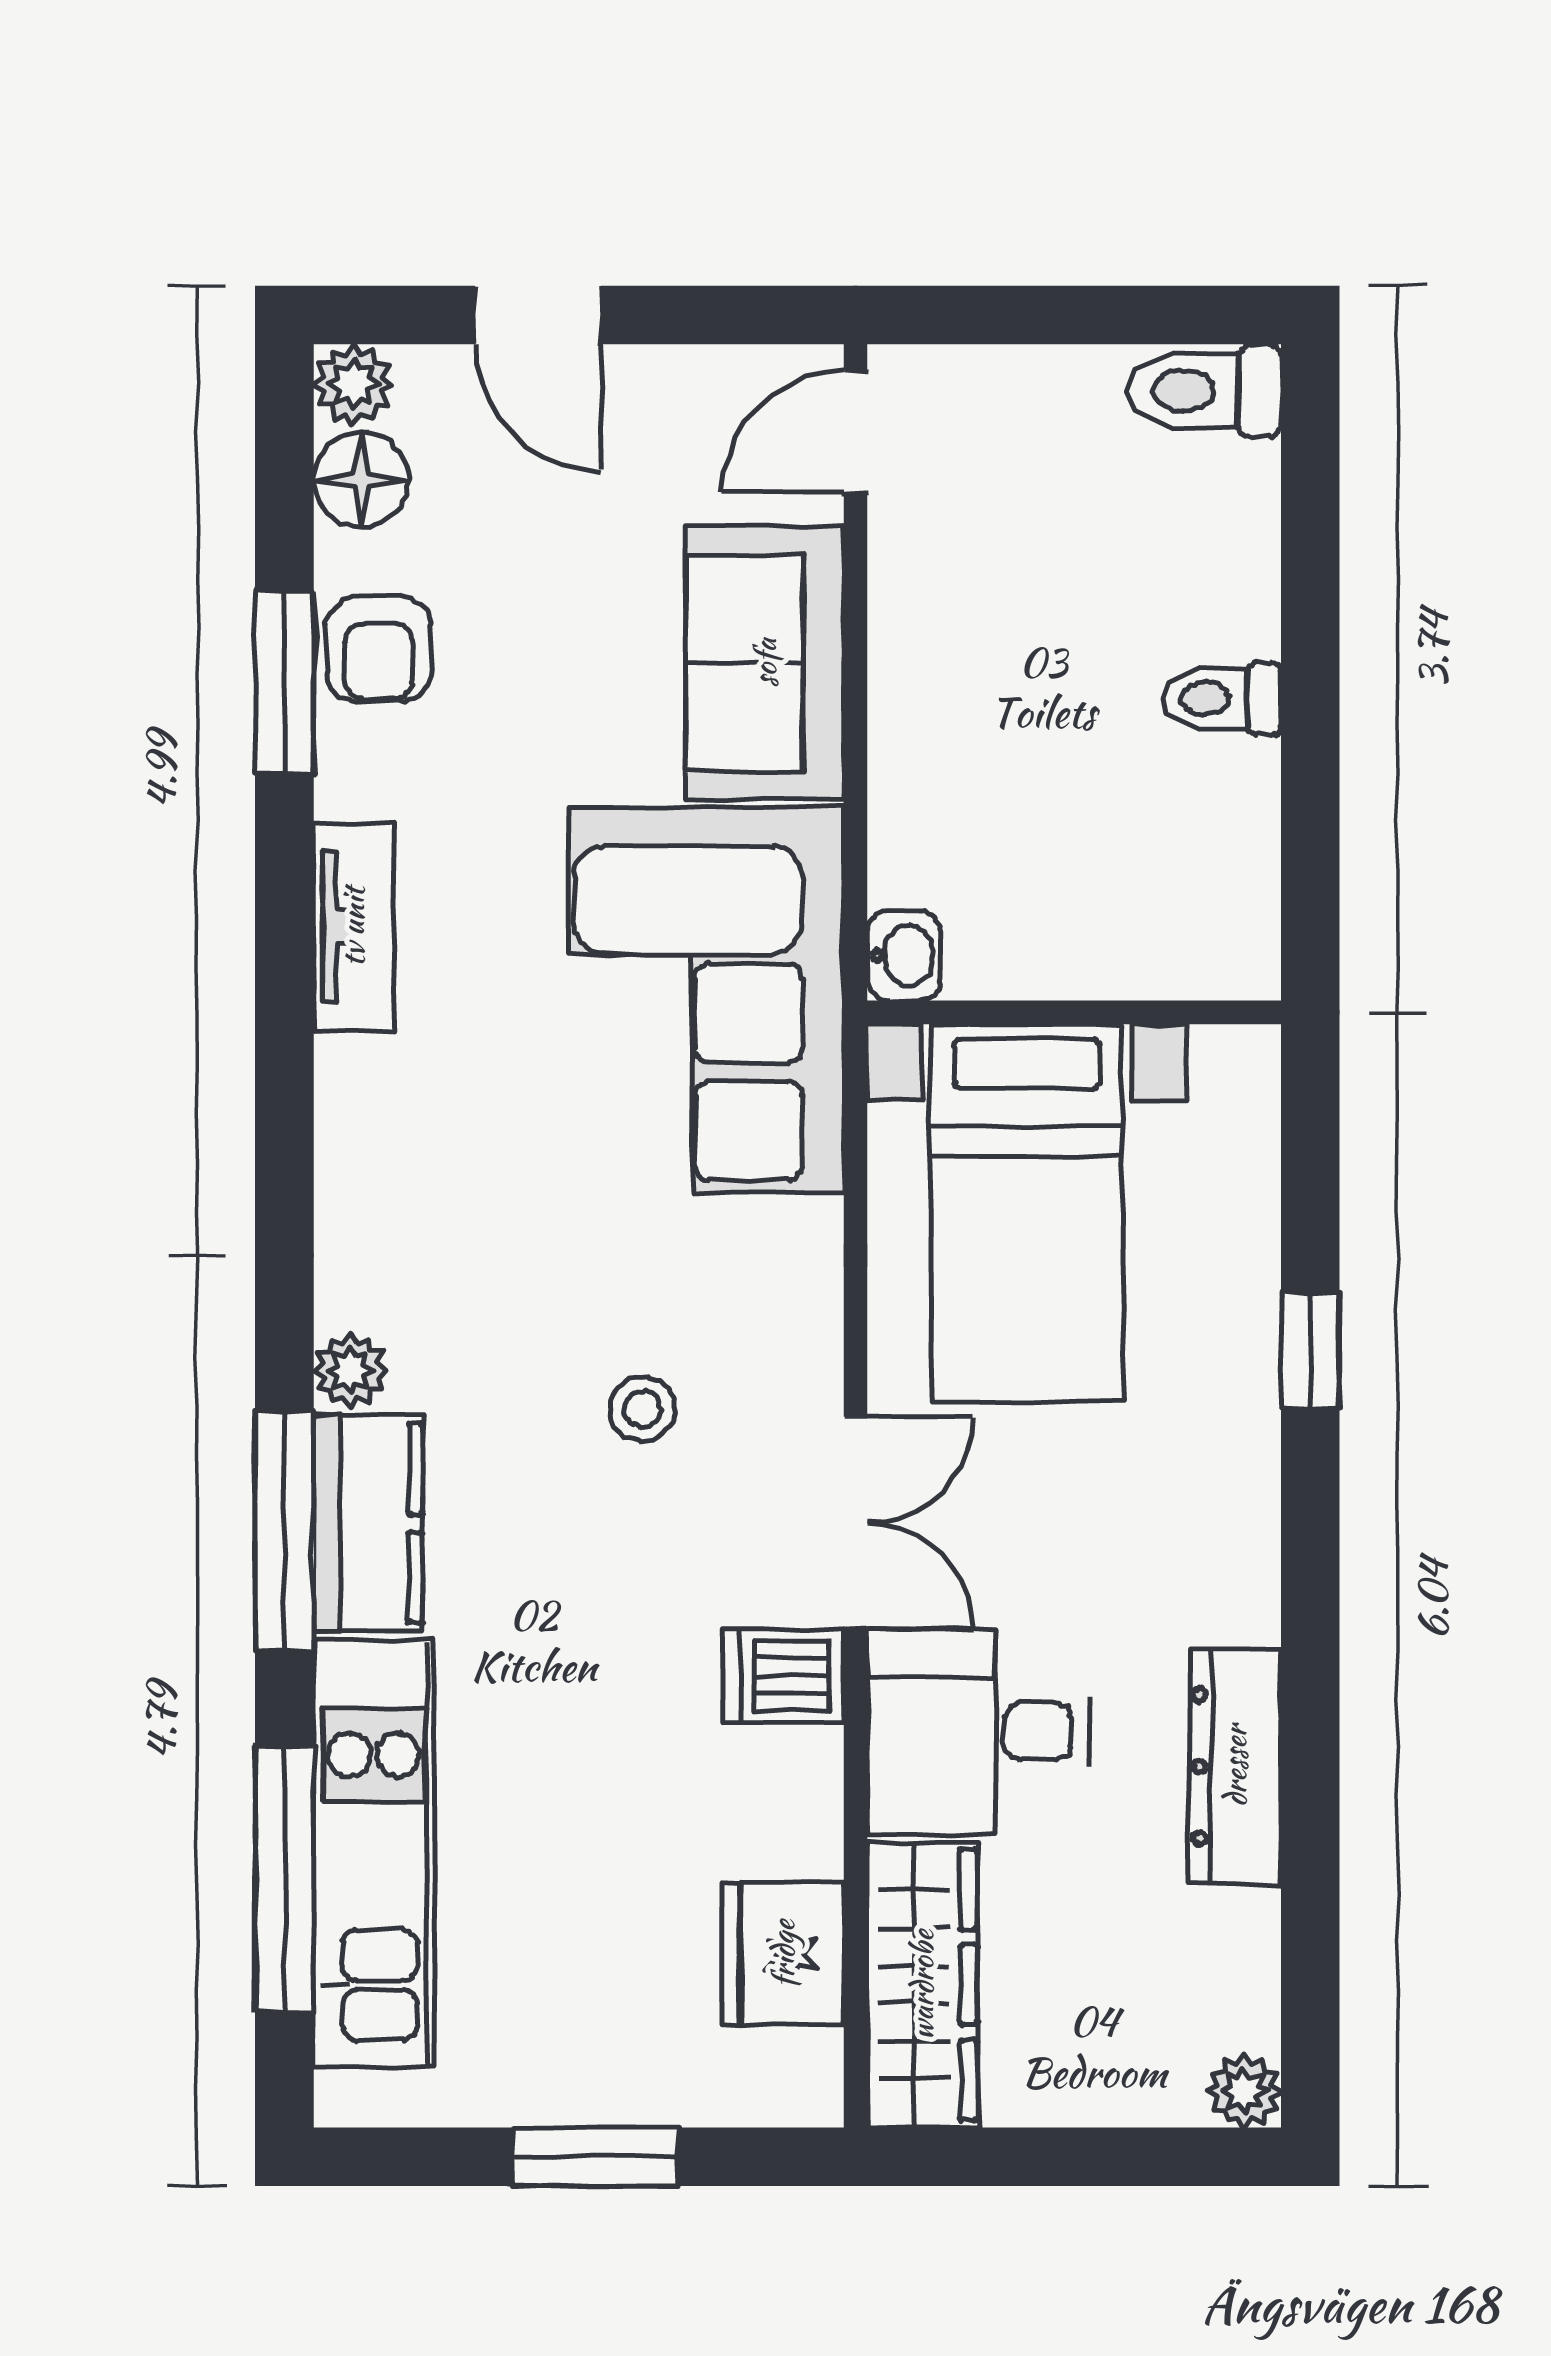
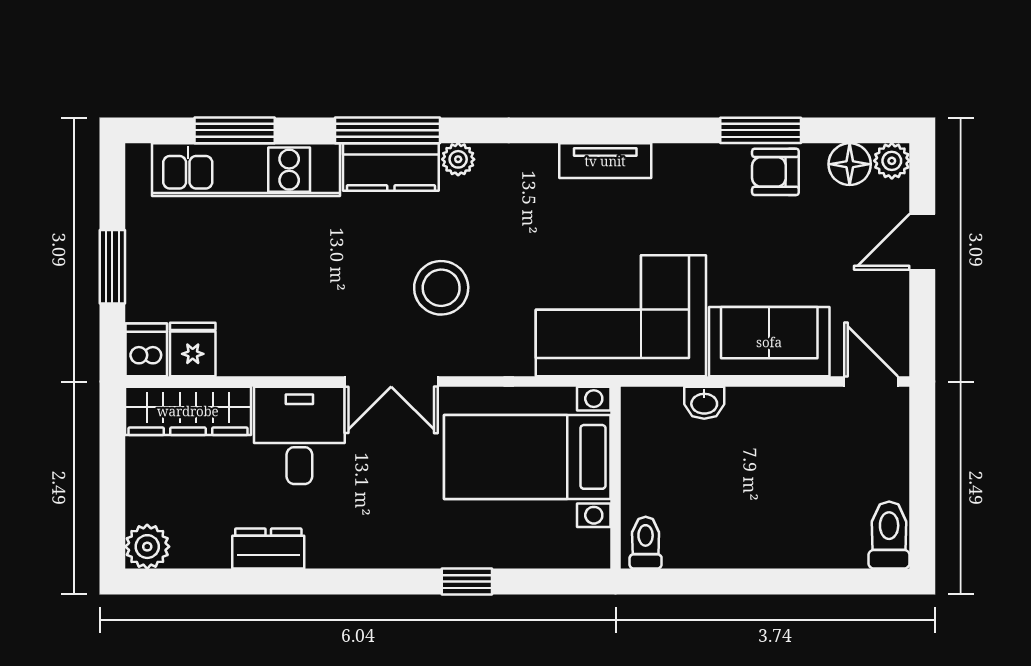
toilet: (1222, 699) -> (646, 543), moved
tv unit: (353, 927) -> (605, 161), moved
washbasin: (904, 955) -> (704, 403), moved
stool: (642, 1409) -> (441, 288), width x1.89, depth x1.89
dishwasher: (784, 1675) -> (146, 350), moved
dresser: (1235, 1766) -> (268, 548), width x0.70
window: (284, 1879) -> (235, 130), width x0.69
fridge: (783, 1954) -> (193, 350), width x0.72
plant: (1245, 2091) -> (147, 547), width x1.38, depth x1.38

